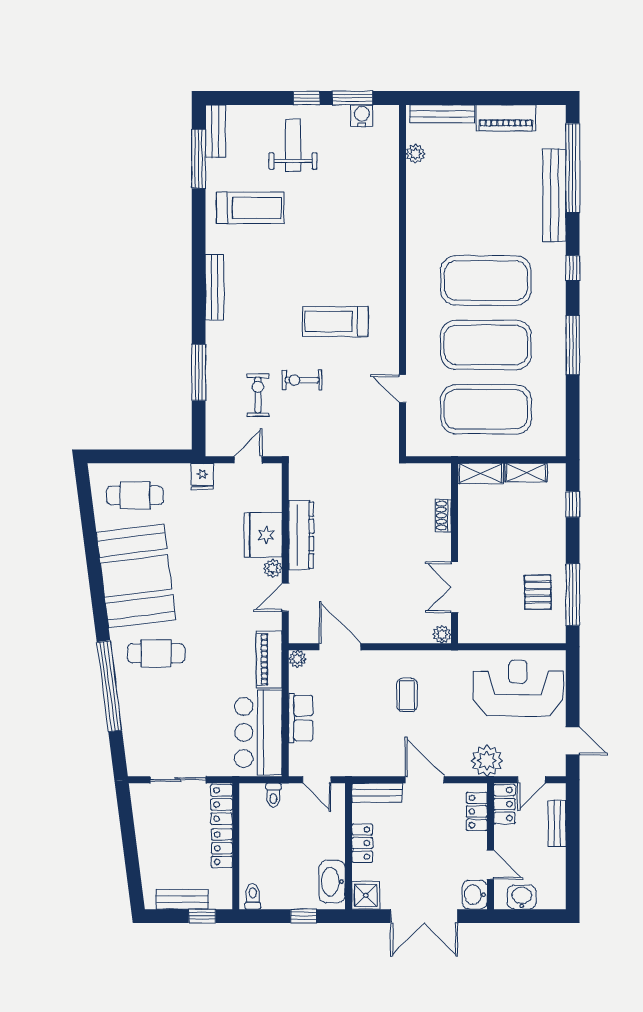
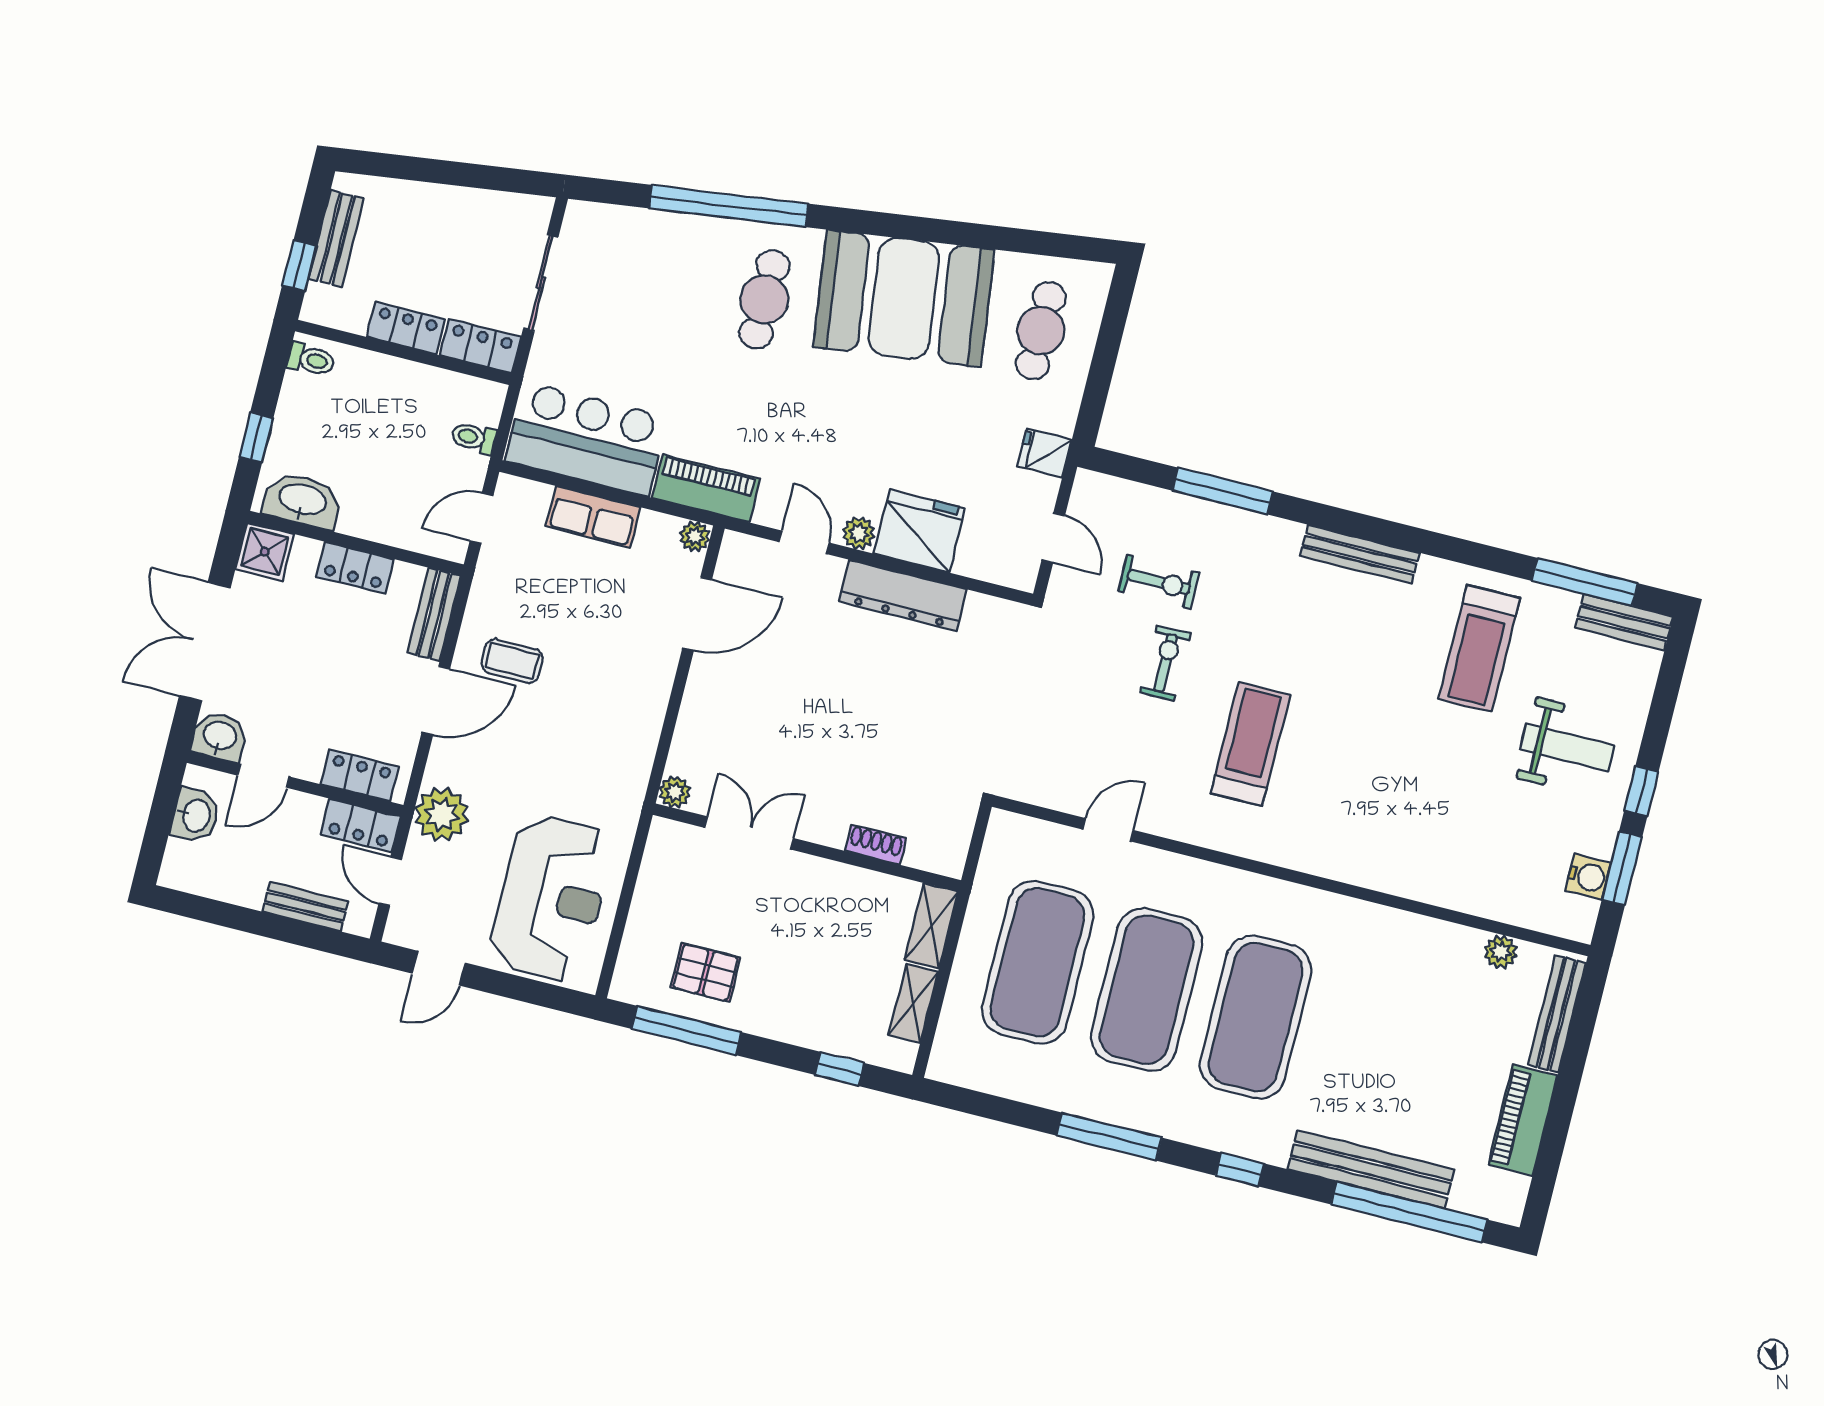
coffee table: (407, 695) -> (512, 661), moved

